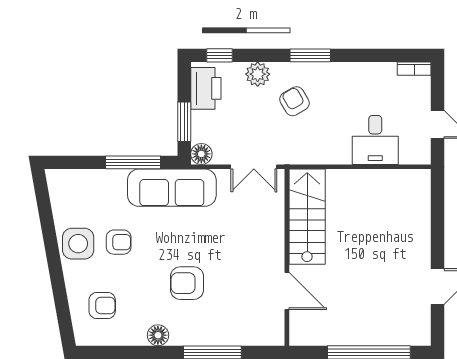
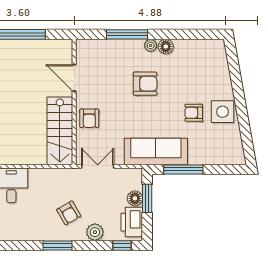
floor lamp: (201, 154) -> (135, 198), moved
armchair: (102, 305) -> (89, 118), moved, turned -90
plant: (179, 337) -> (151, 45), added

